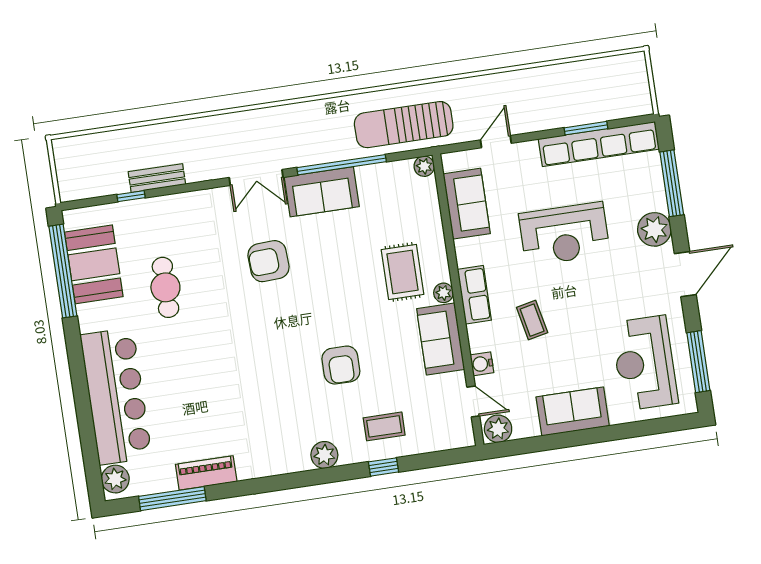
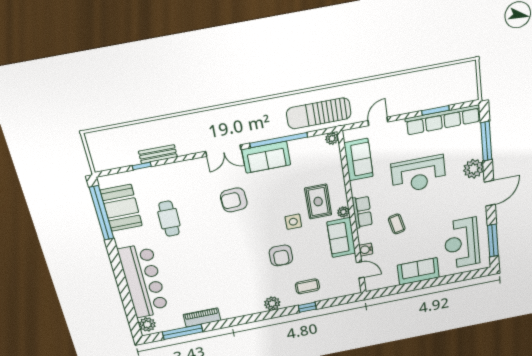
side table: (362, 305) -> (293, 222), added
plant: (498, 429) -> (374, 283), removed

